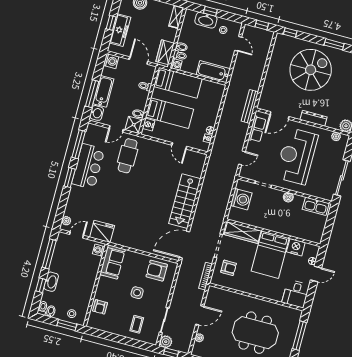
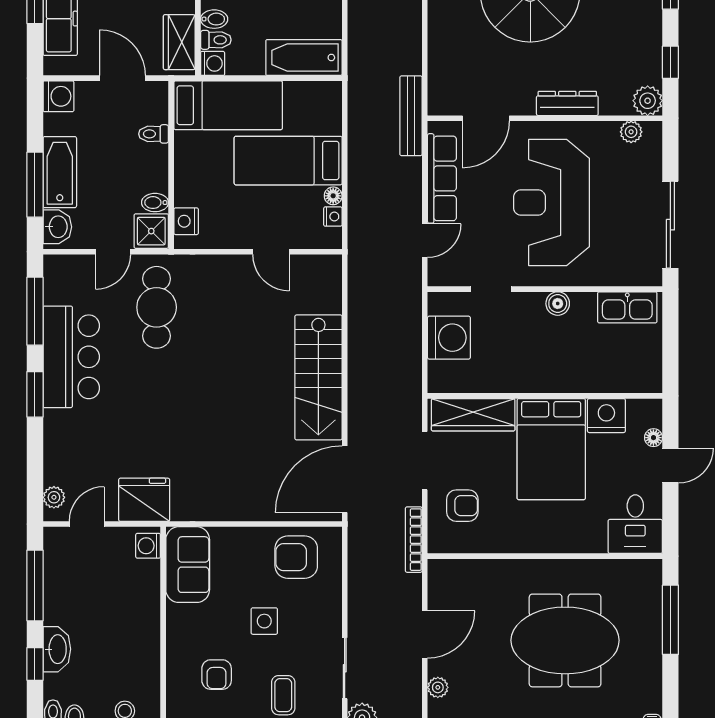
bed: (170, 113) -> (288, 161), moved, turned 180
row of seats: (257, 129) -> (442, 178), width x1.48
armchair: (100, 307) -> (217, 675), moved

